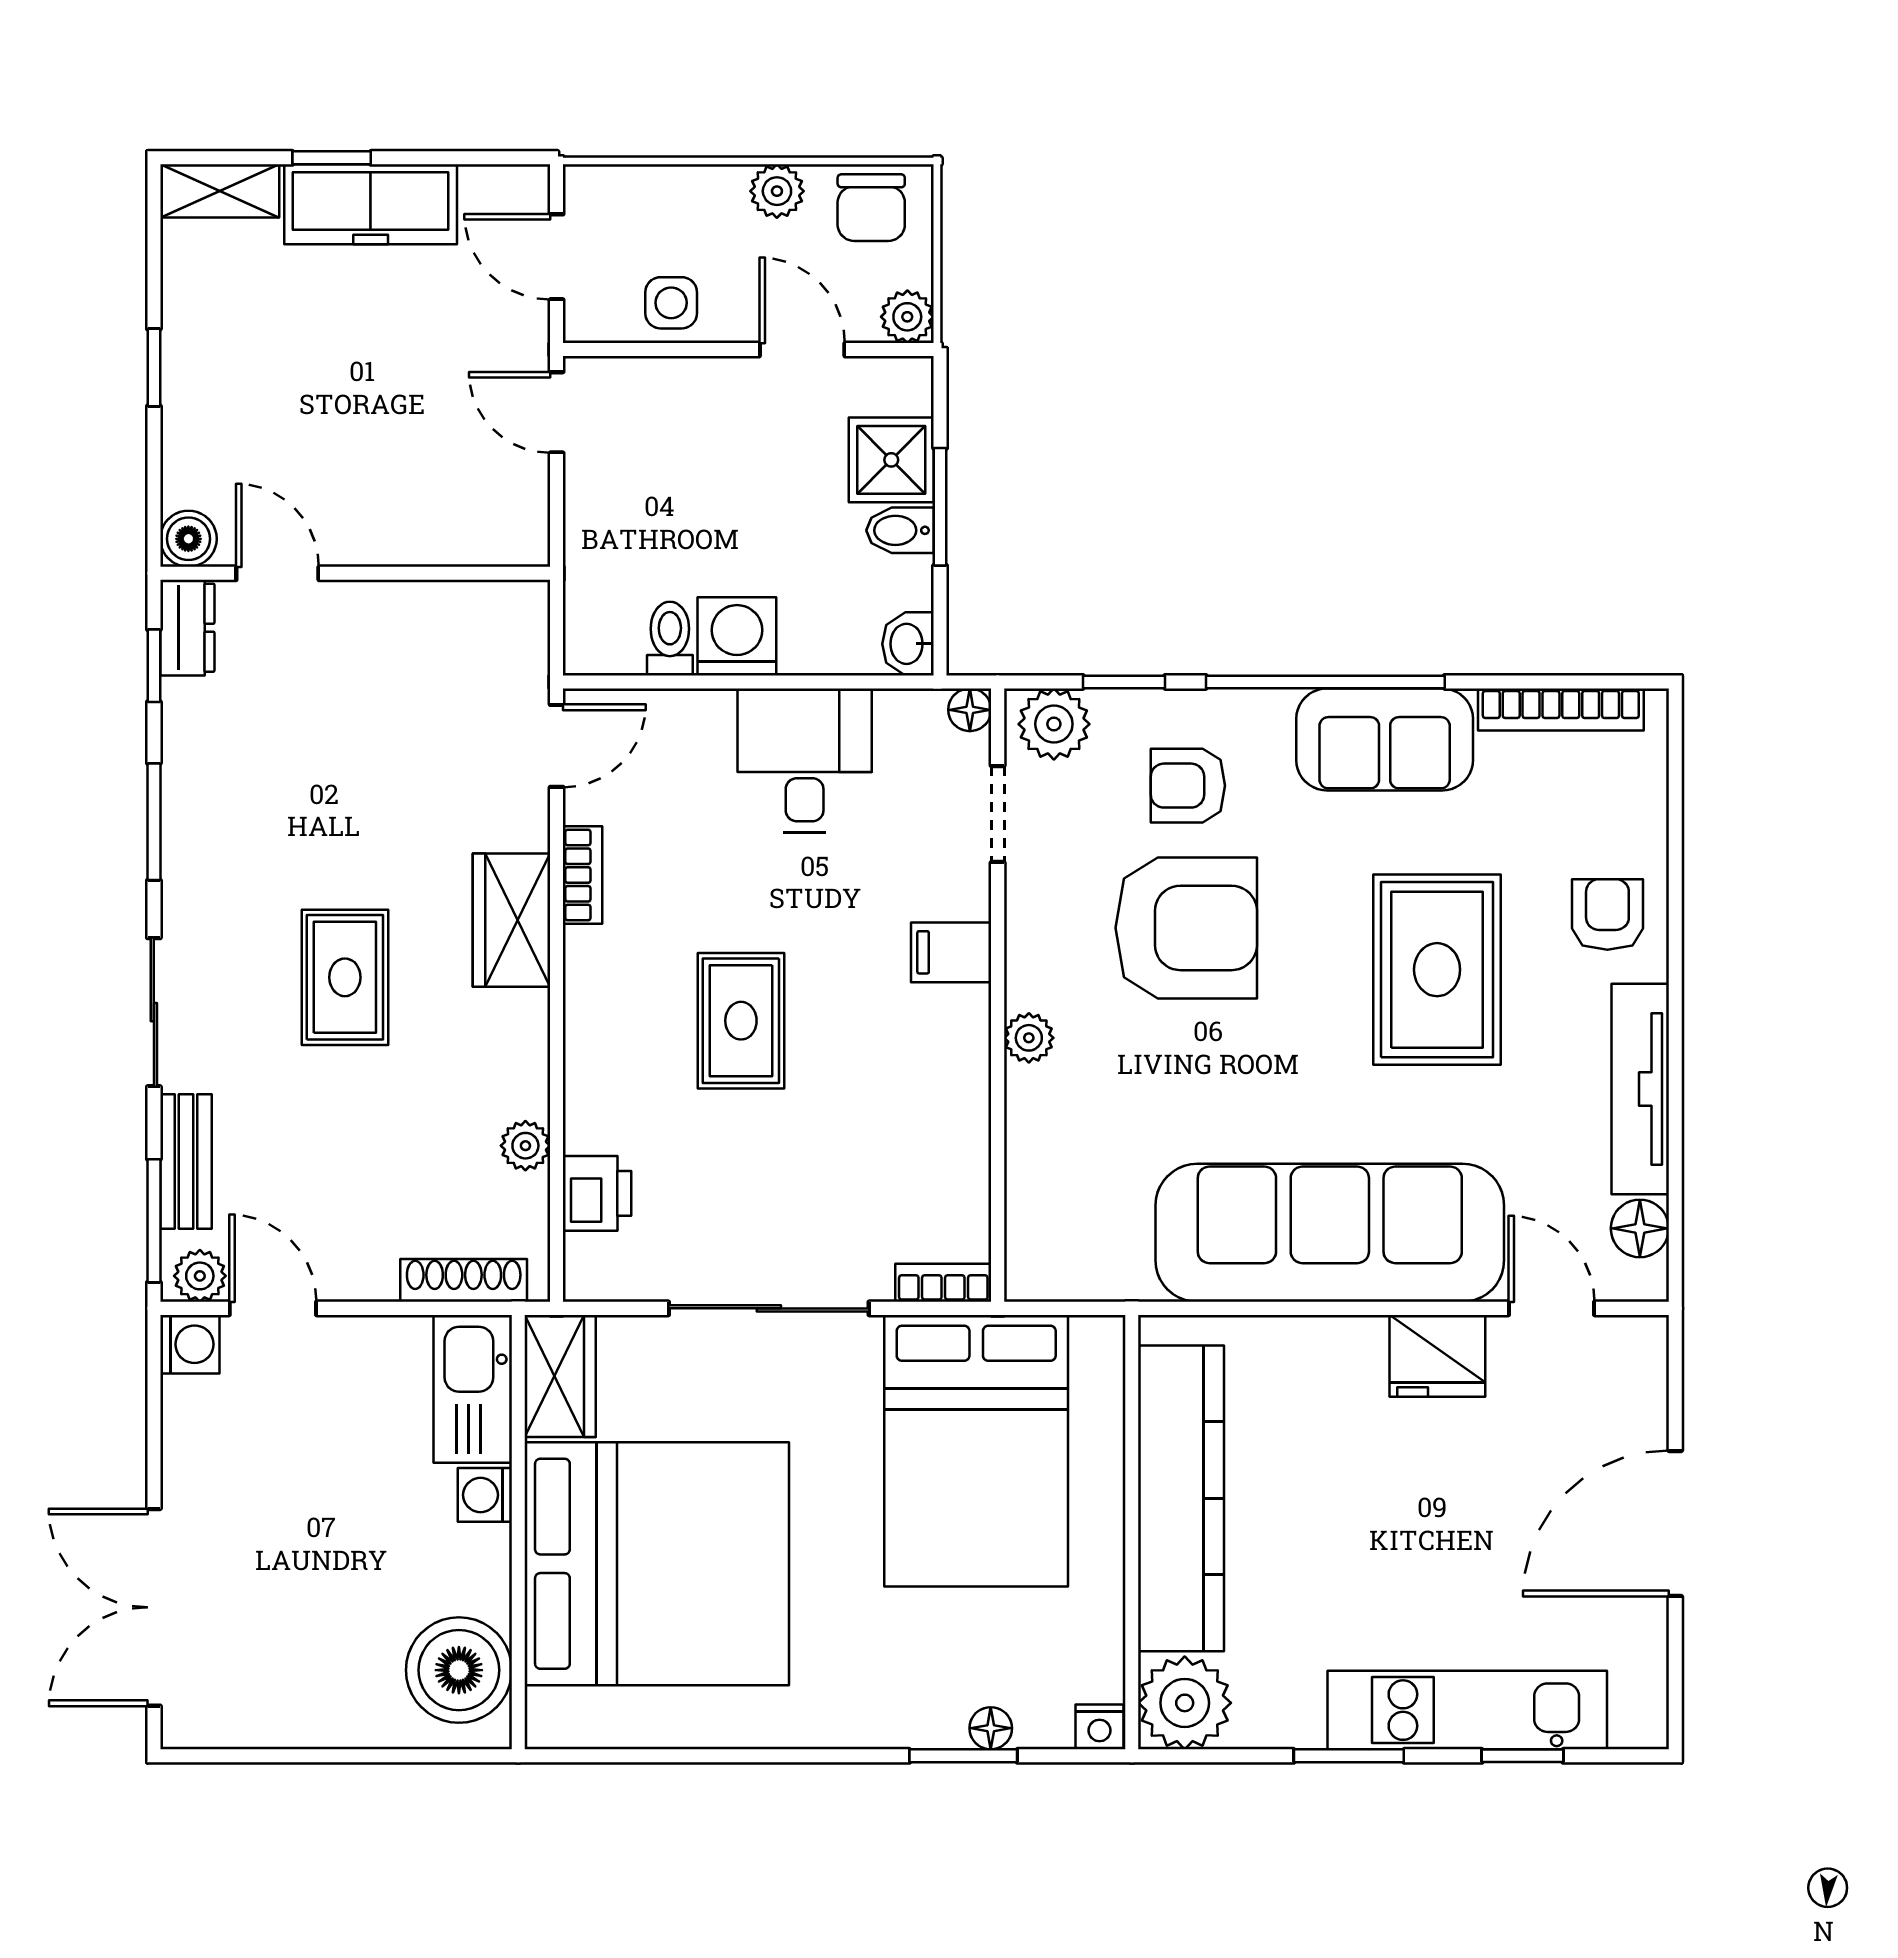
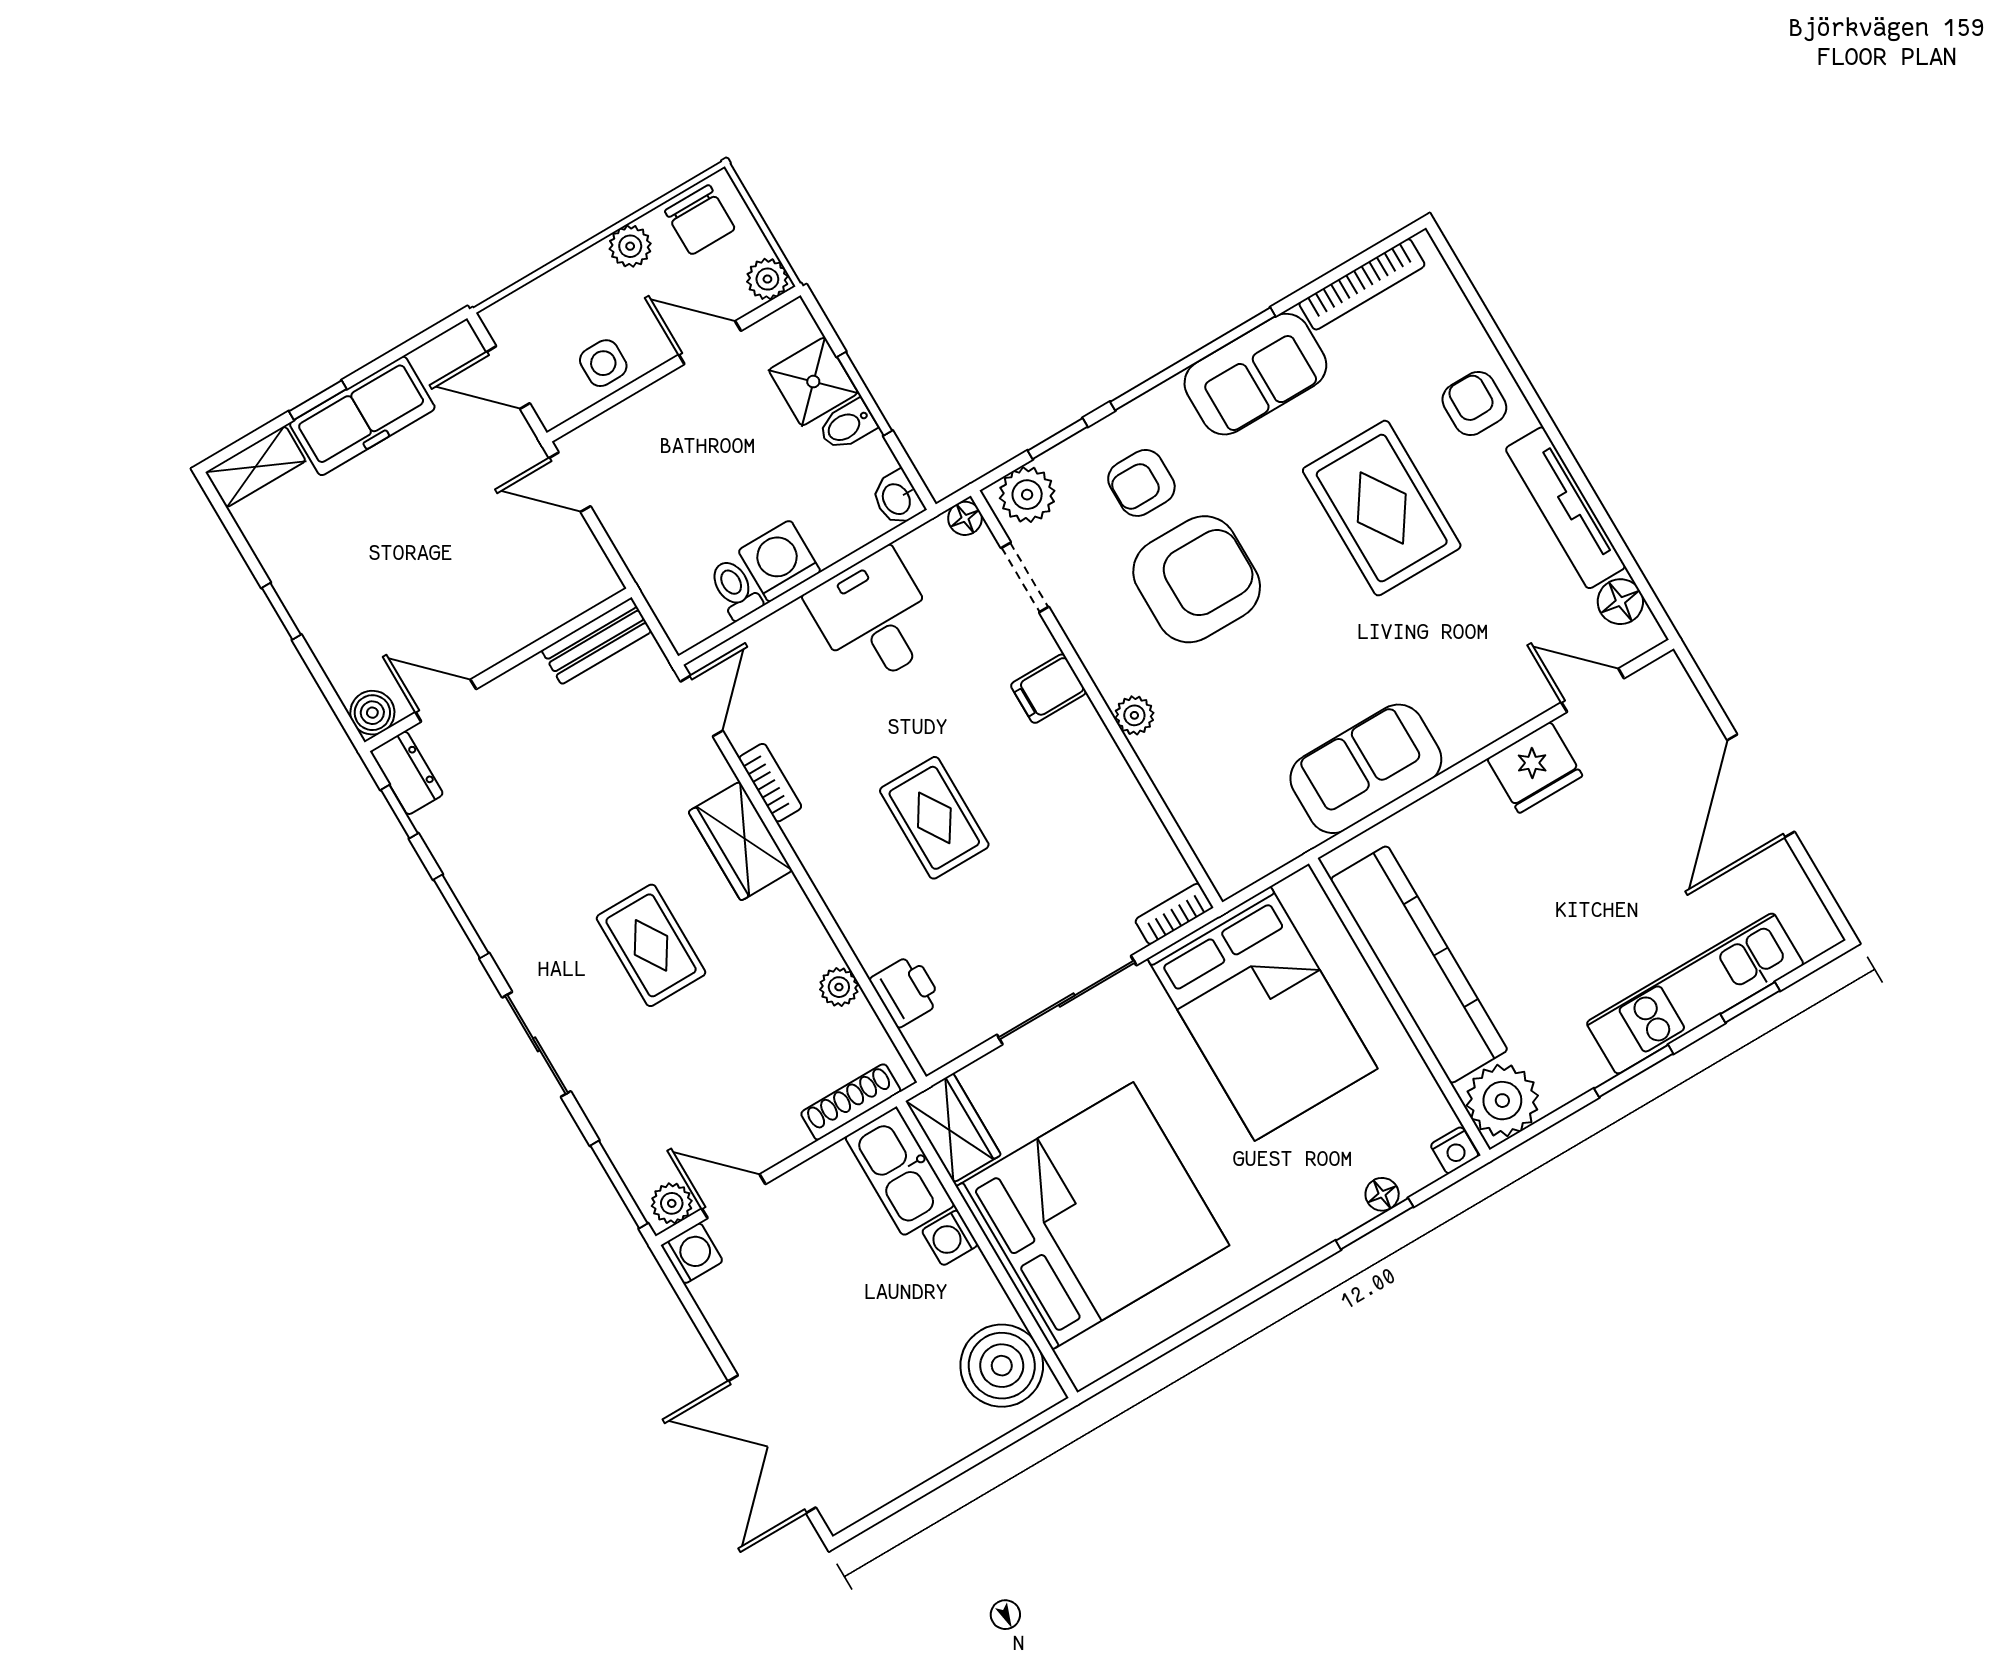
bench: (186, 1162) -> (597, 641), moved, turned 90
sofa: (1330, 1233) -> (1366, 769), width x0.54, depth x0.79

